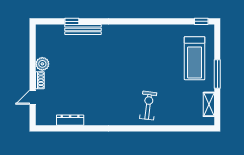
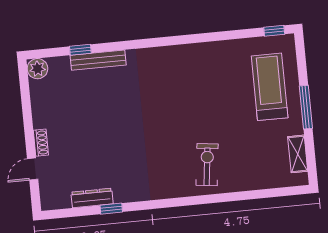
treadmill: (195, 58) -> (270, 87), turned 180
plant: (42, 64) -> (37, 69), moved
window: (82, 128) -> (111, 209), added

